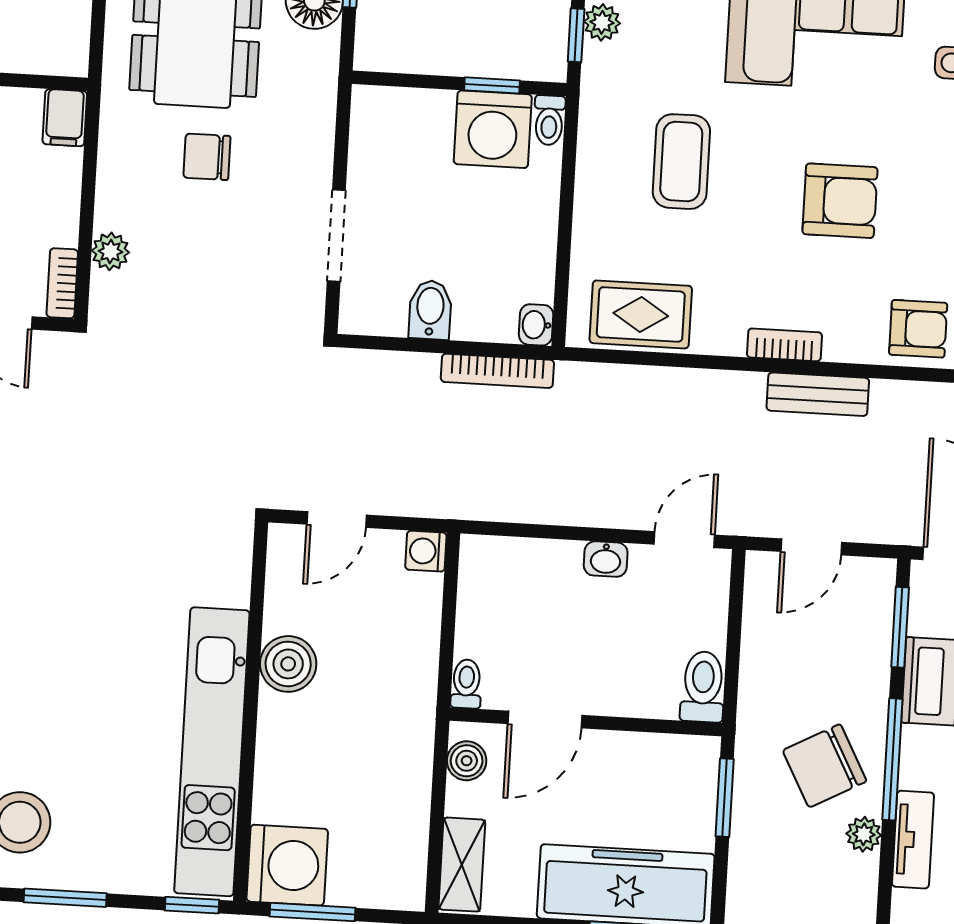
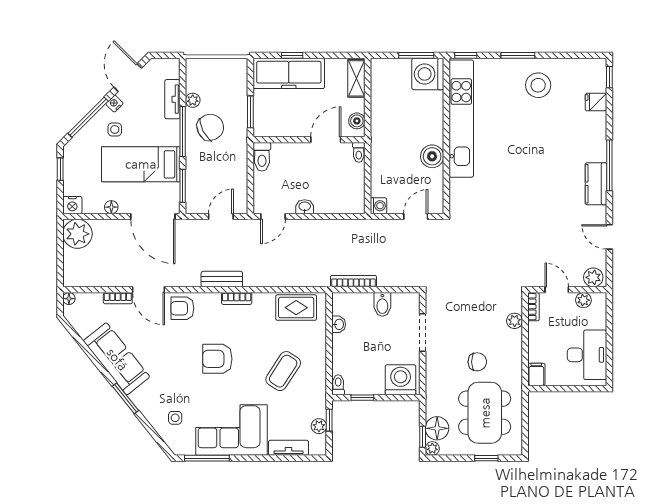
washing machine: (493, 129) -> (401, 380), moved
coffee table: (681, 162) -> (283, 371), turned 33
washbasin: (536, 325) -> (339, 324), moved

